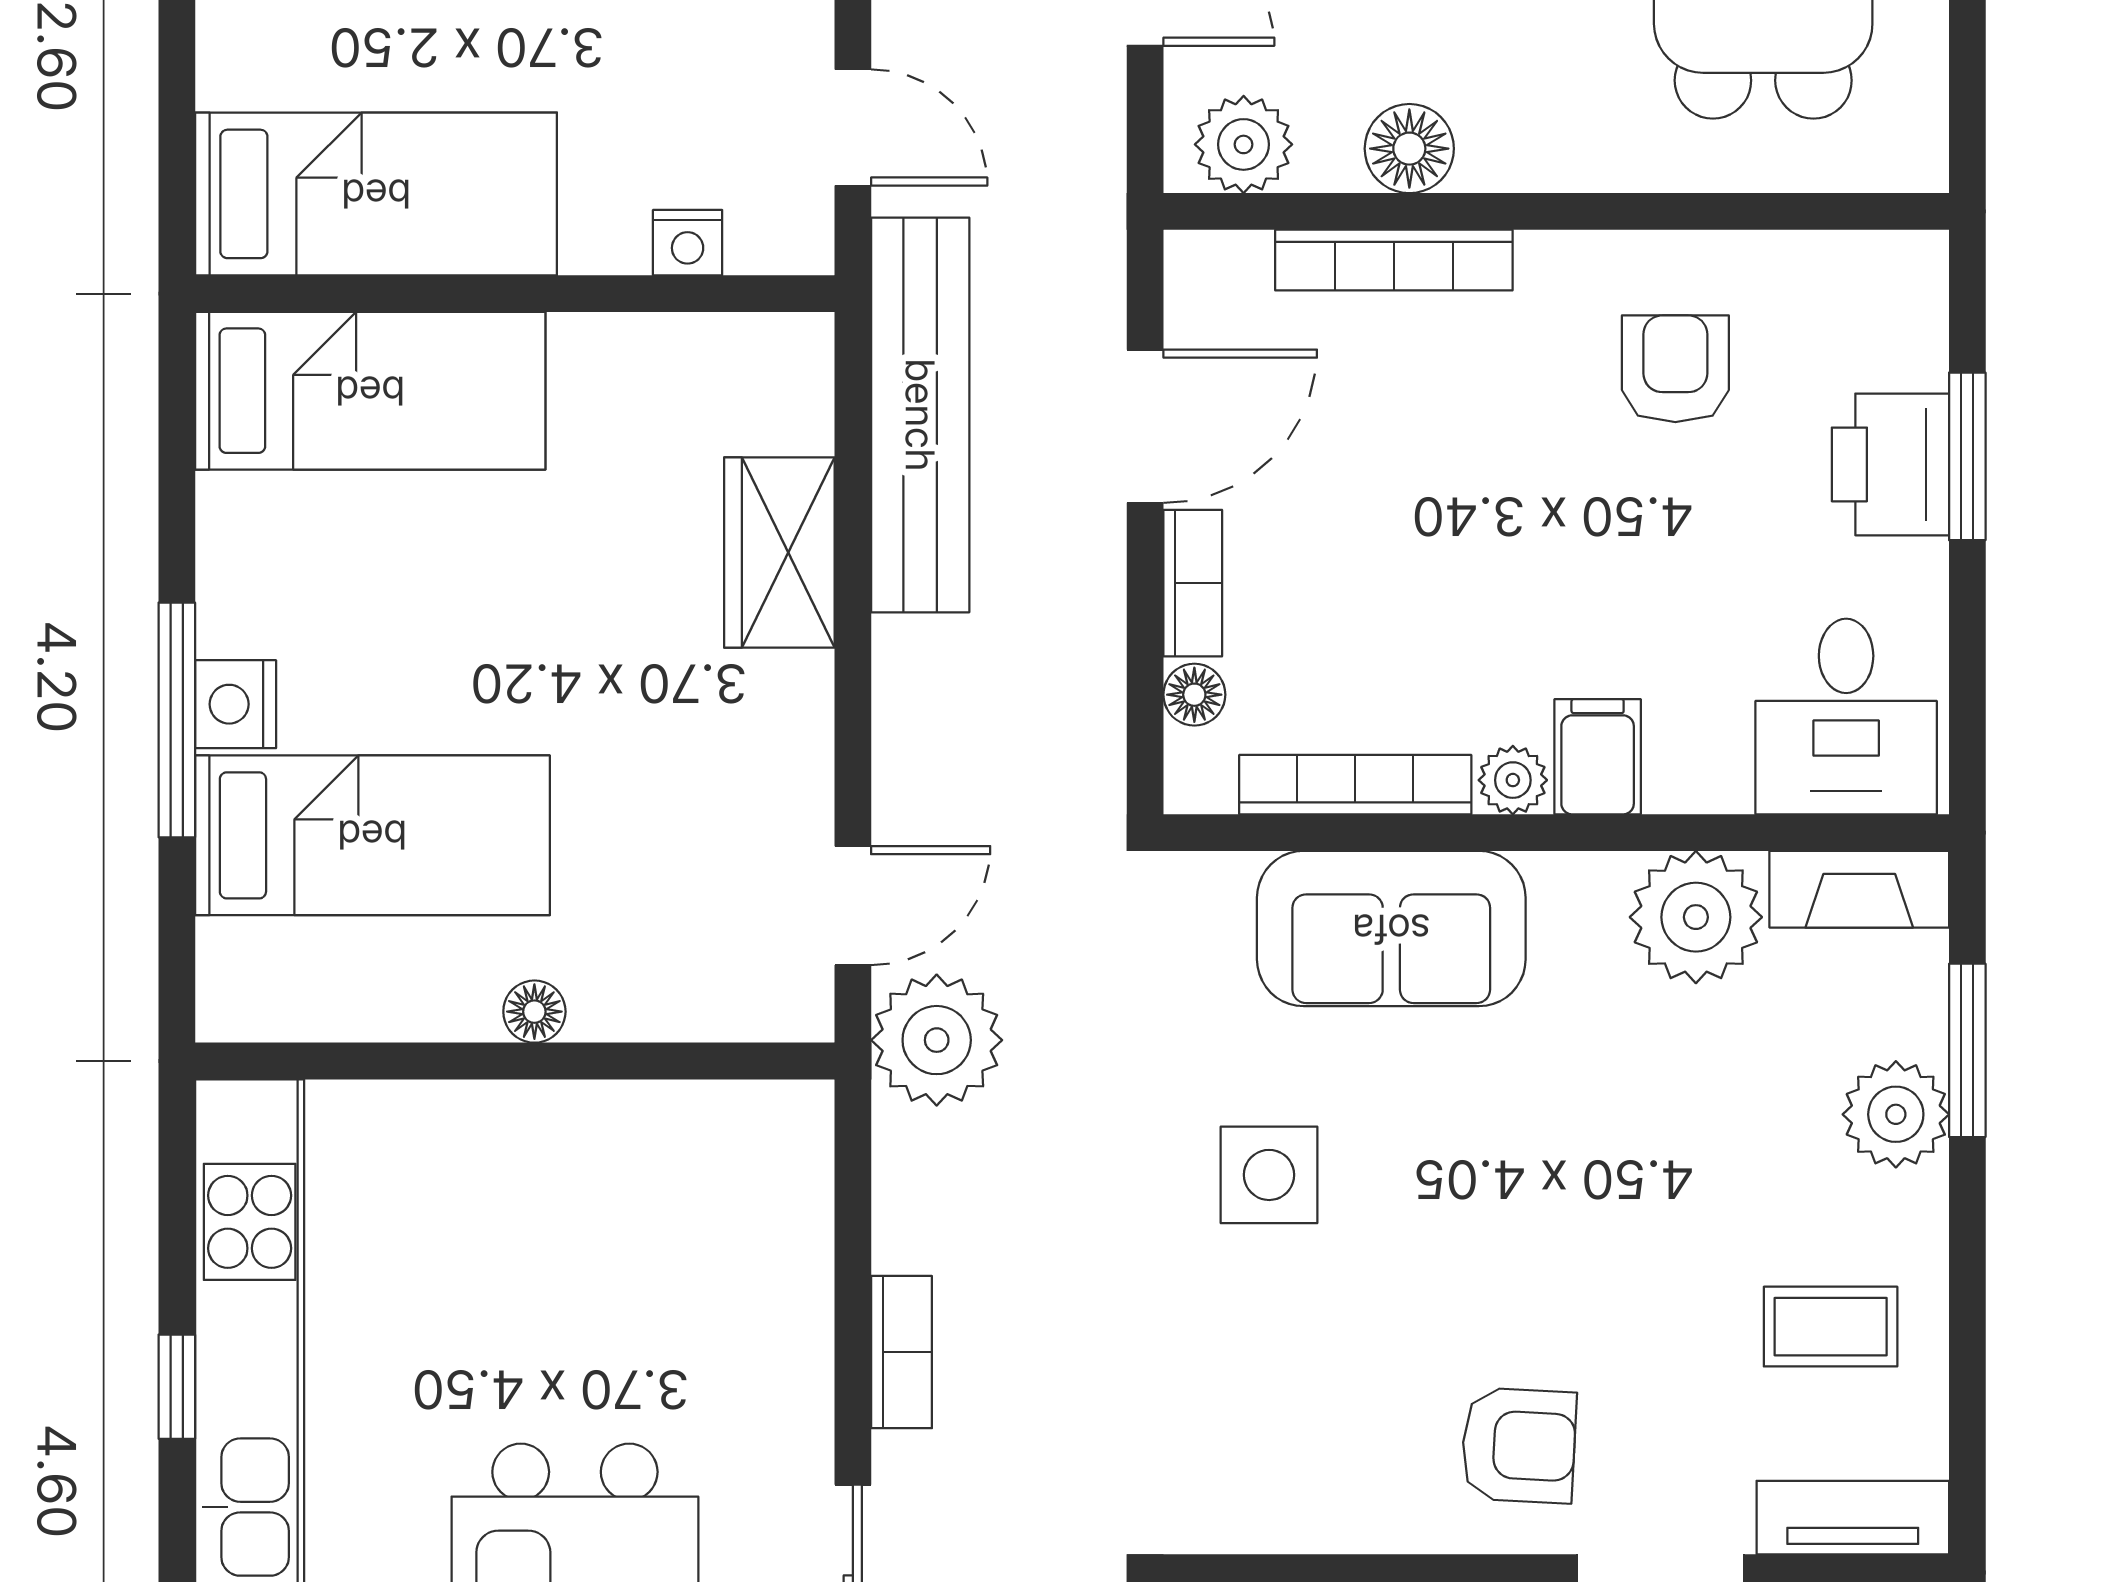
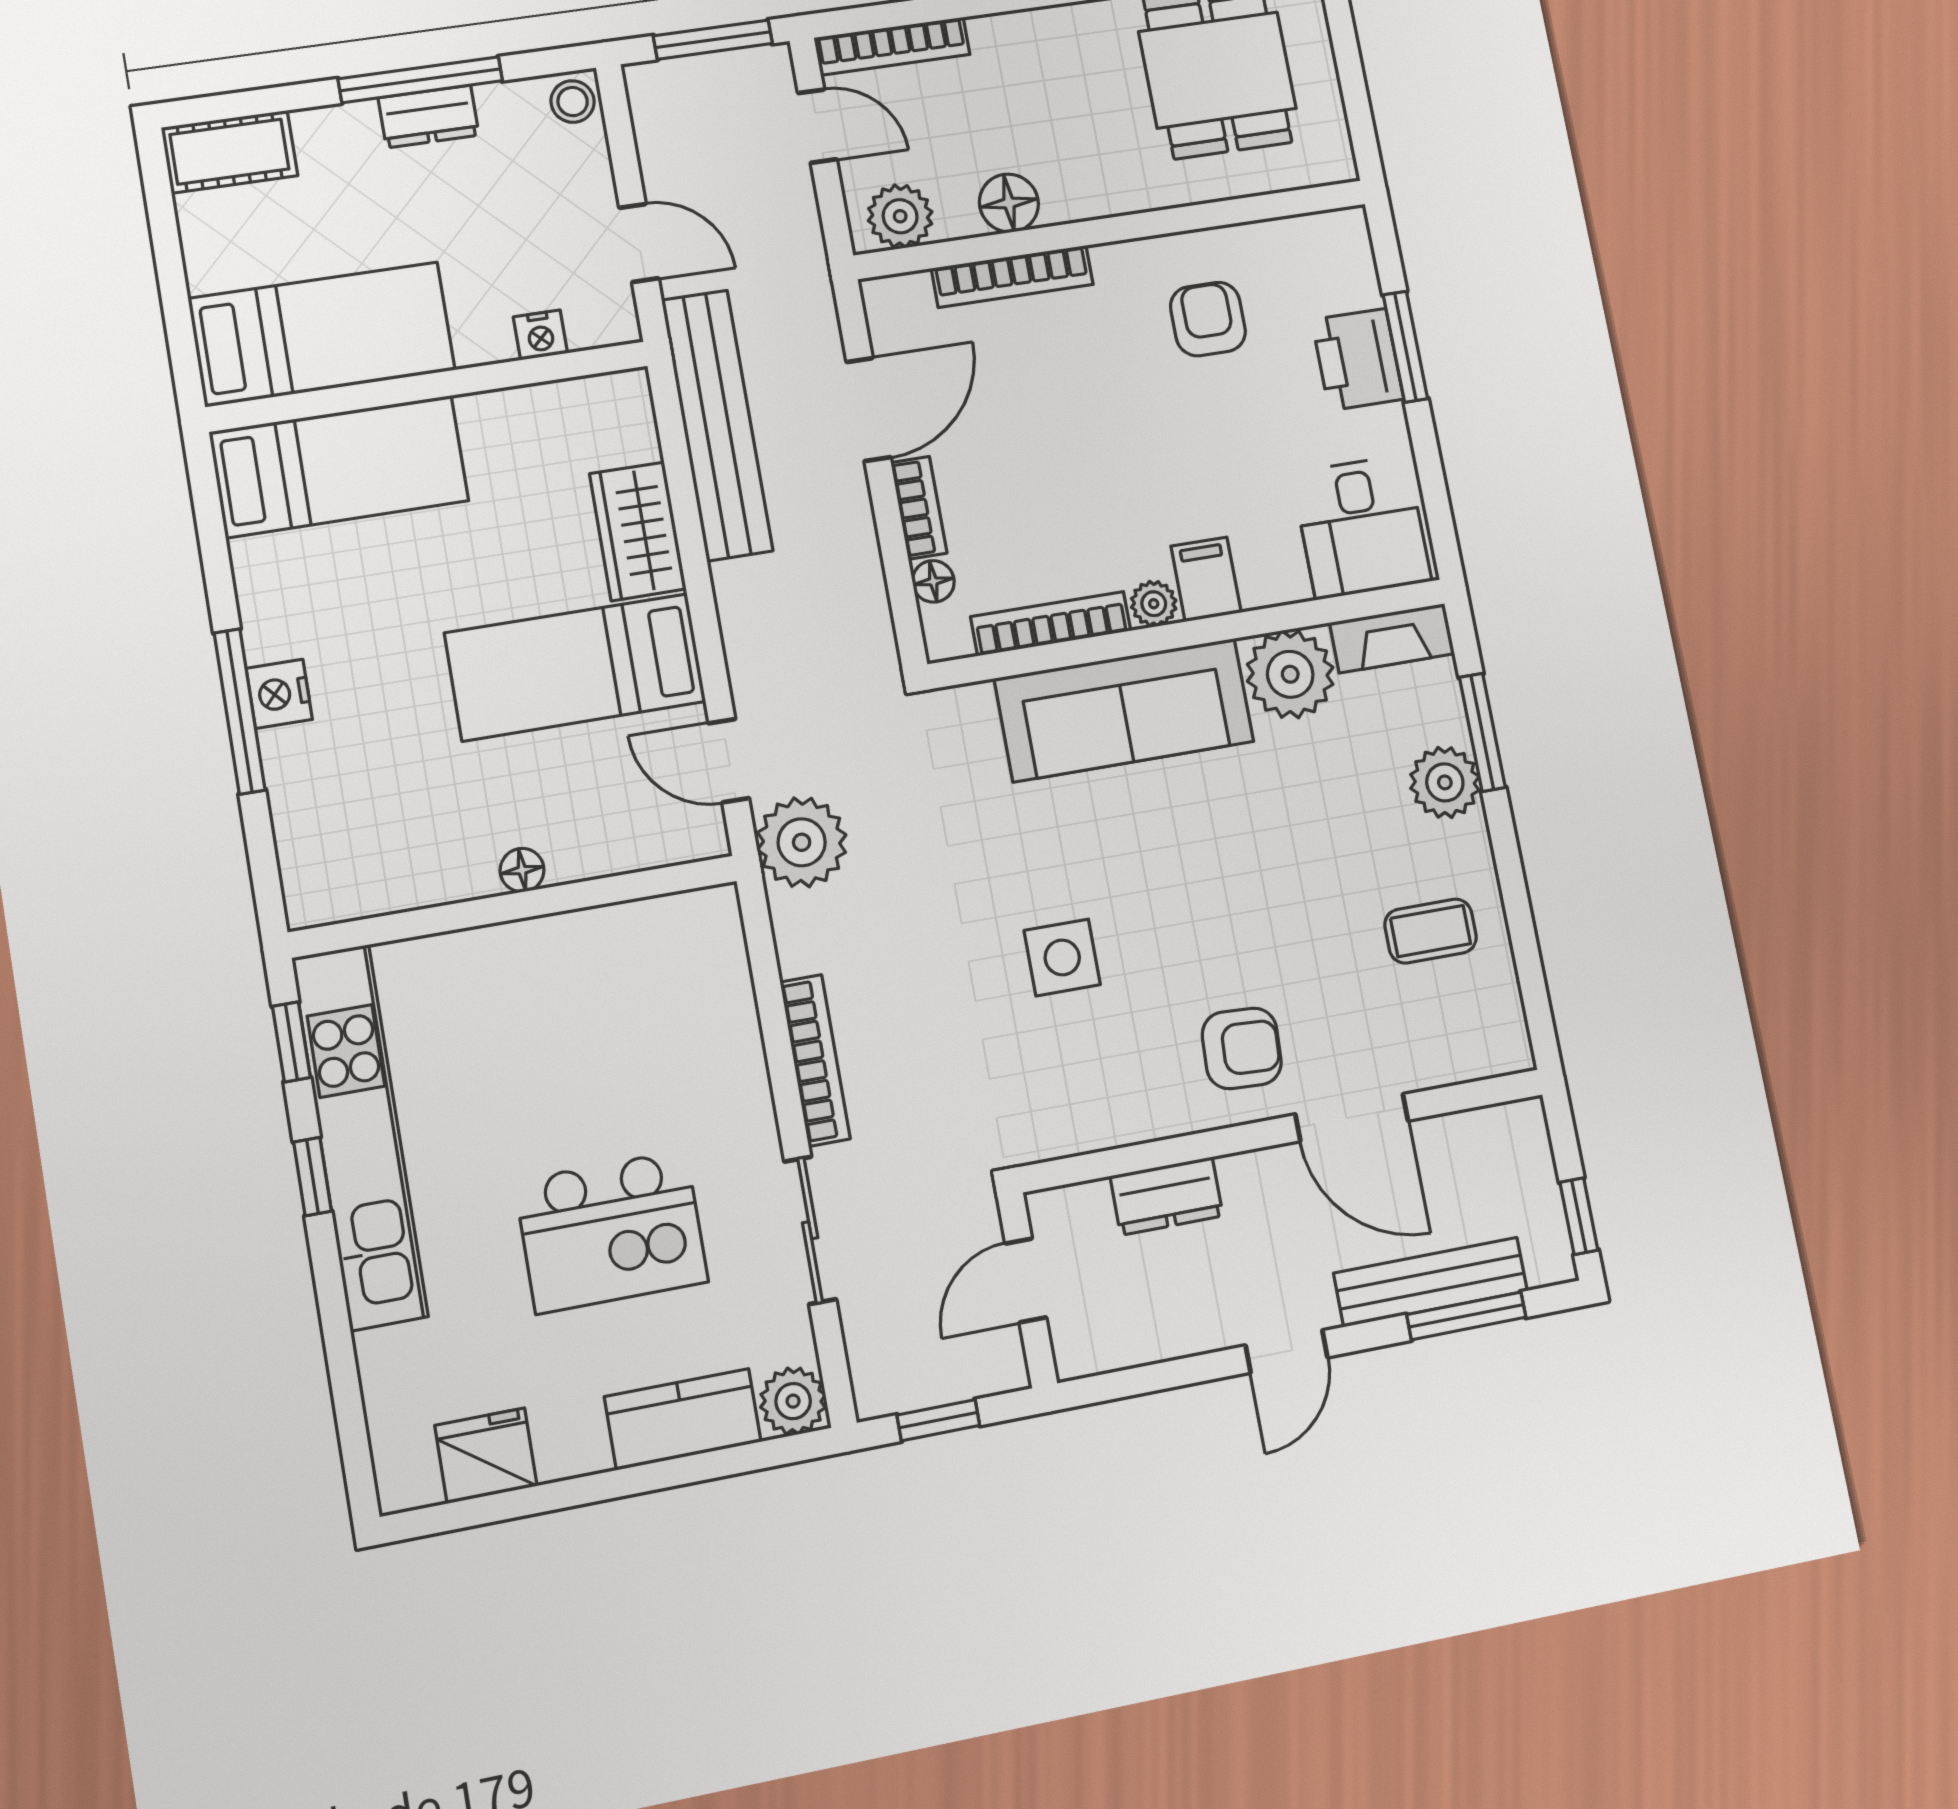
bed: (372, 835) -> (575, 667), moved, turned 180
door: (853, 906) -> (729, 761), swing flipped
sofa: (1391, 929) -> (1124, 710), width x1.36
side table: (1269, 1175) -> (1062, 957), moved
window: (177, 1196) -> (291, 1042), added
bookcase: (902, 1352) -> (815, 1060), width x1.56
tv unit: (1853, 1518) -> (1470, 1057), removed

